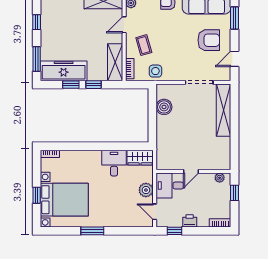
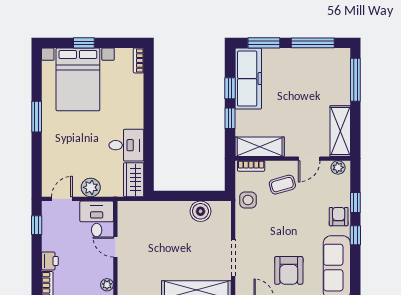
window: (37, 22) -> (313, 43), width x2.17
door: (124, 25) -> (309, 159), swing flipped
printer: (190, 221) -> (50, 261), moved

